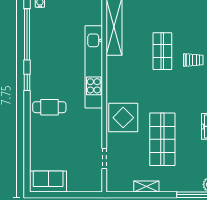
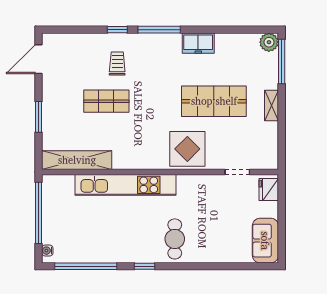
fridge: (90, 184) -> (269, 189), added
shelving: (146, 187) -> (271, 105), moved

